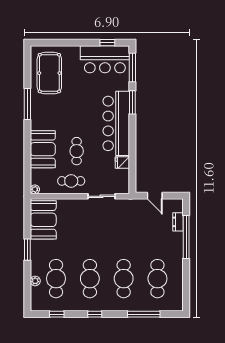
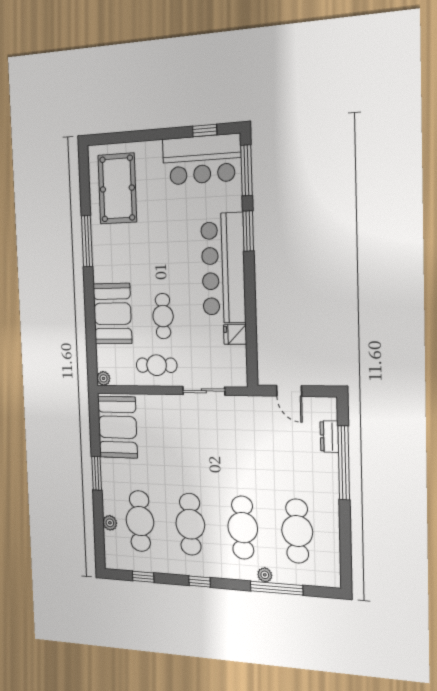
plant: (137, 307) -> (265, 575), added

